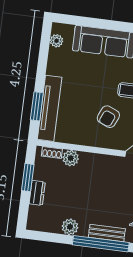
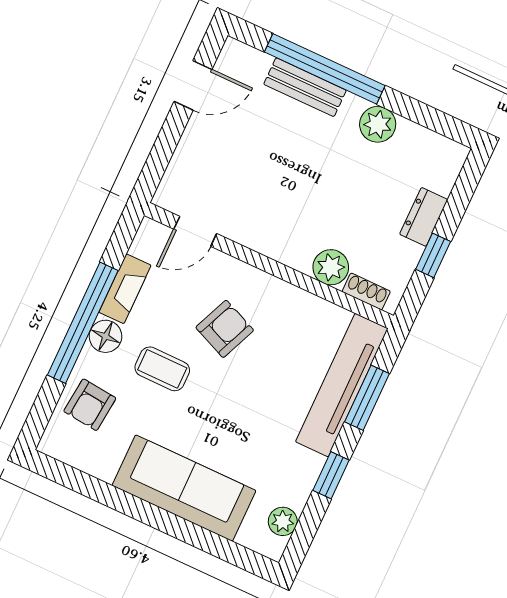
window: (42, 68) -> (331, 475), added
window: (28, 177) -> (433, 255), width x0.67

